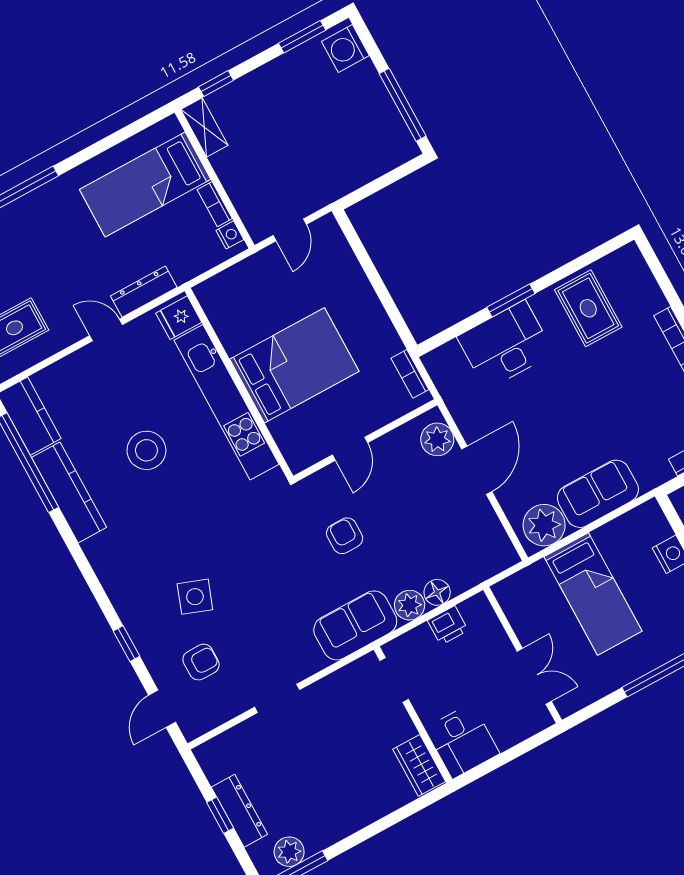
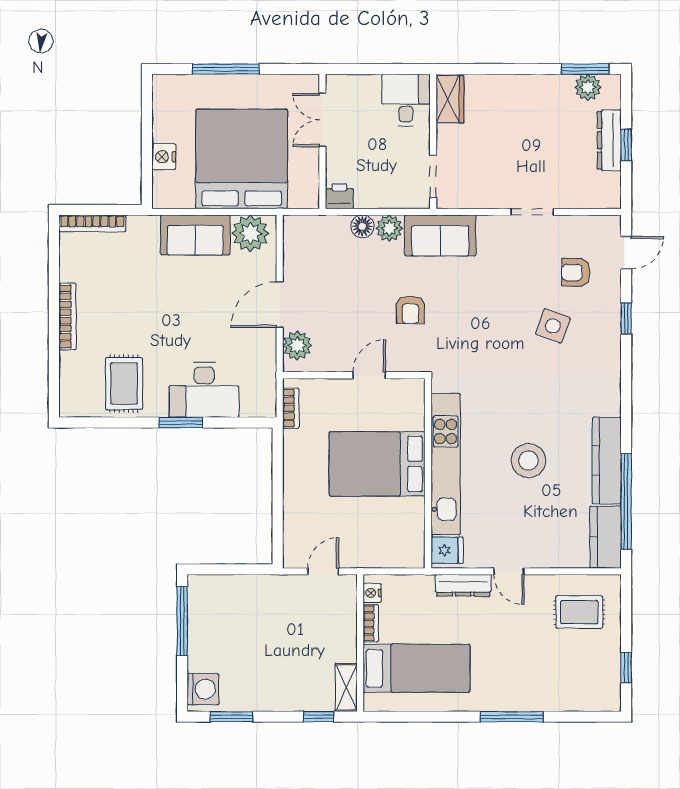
bed: (593, 594) -> (242, 159), width x2.04
printer: (448, 625) -> (339, 196), moved

